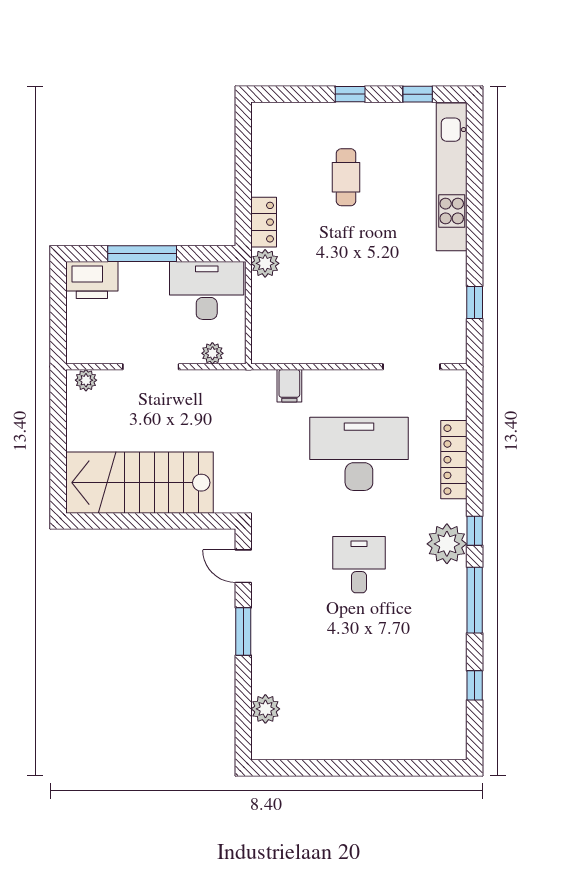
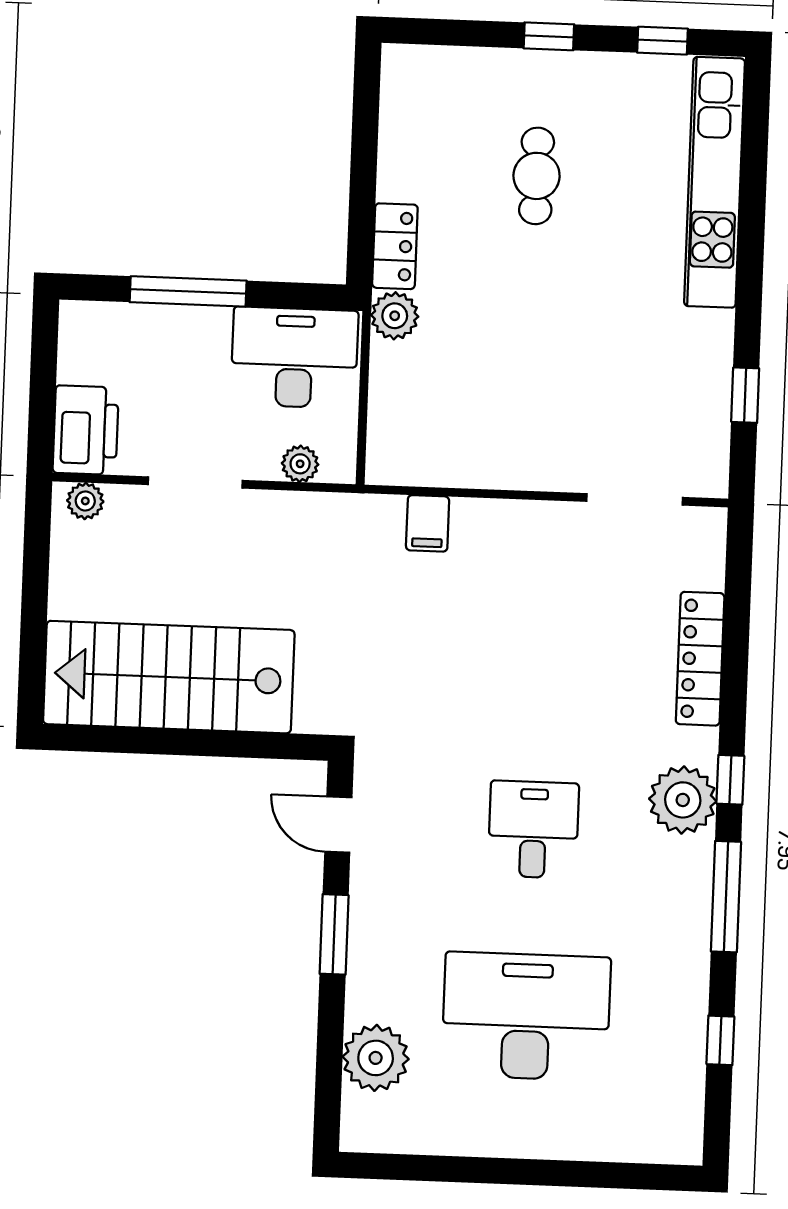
printer: (92, 280) -> (86, 430), moved, turned -90
desk: (359, 454) -> (526, 1016), moved
plant: (265, 709) -> (376, 1058), width x1.36, depth x1.36

